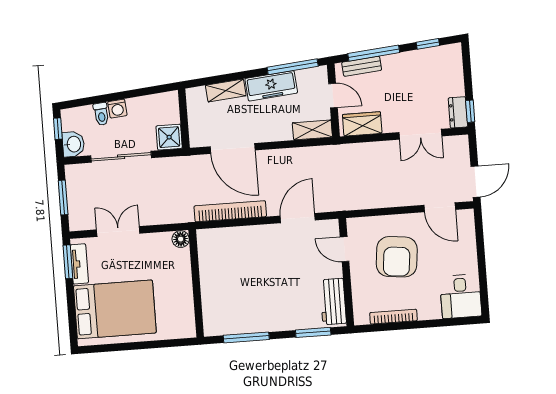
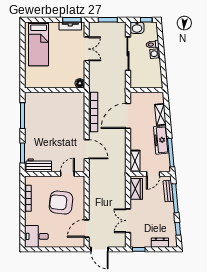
dresser: (458, 112) -> (160, 243), moved
shower: (169, 137) -> (137, 81), removed
bed: (115, 309) -> (39, 44), width x0.67

